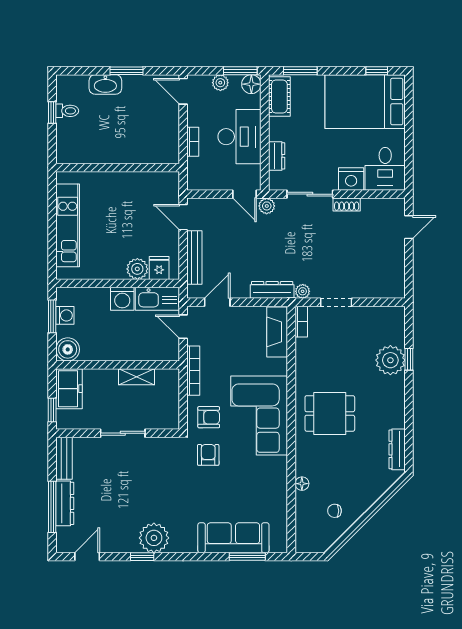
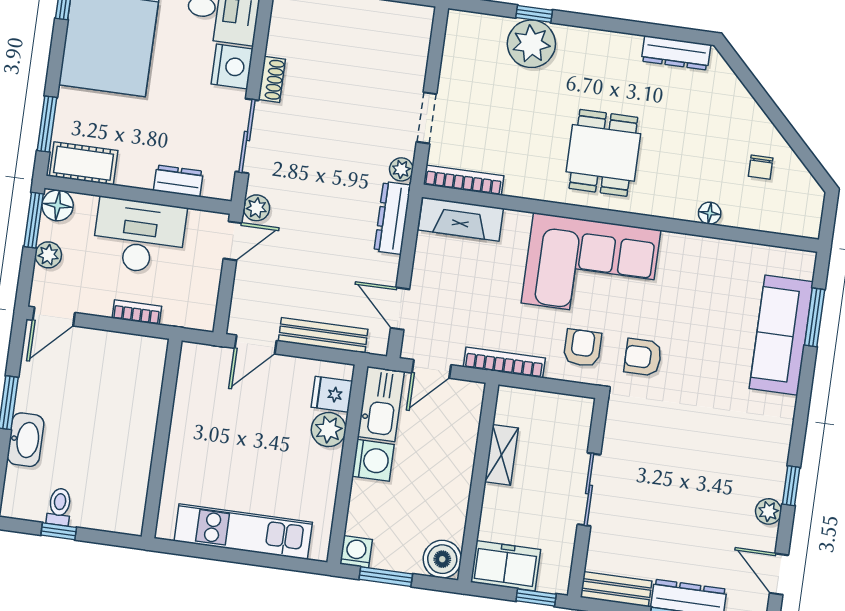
washing machine: (65, 315) -> (356, 552), moved
bookcase: (301, 322) -> (464, 180), width x1.56
plant: (154, 538) -> (768, 511), moved, width x0.53, depth x0.53

